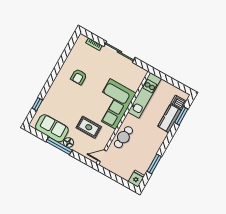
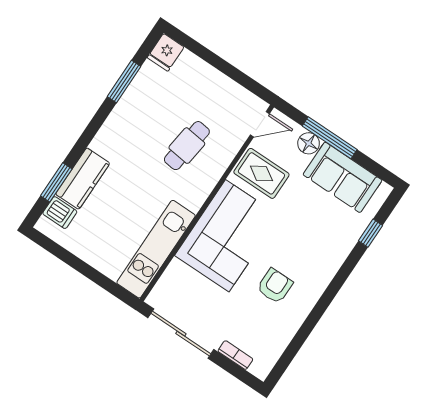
kitchen unit: (145, 95) -> (156, 249), moved
corner sofa: (113, 104) -> (227, 236), moved
wall: (123, 118) -> (207, 203), moved
door: (102, 156) -> (260, 124), moved

